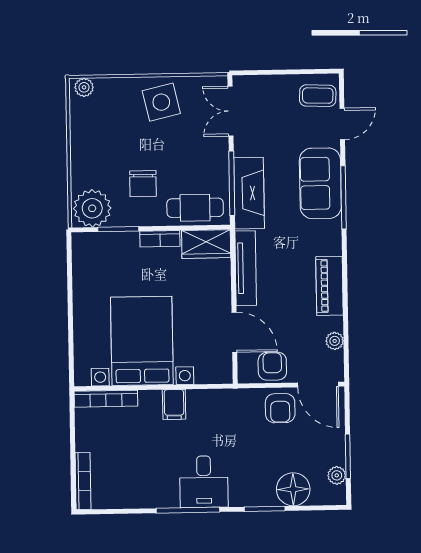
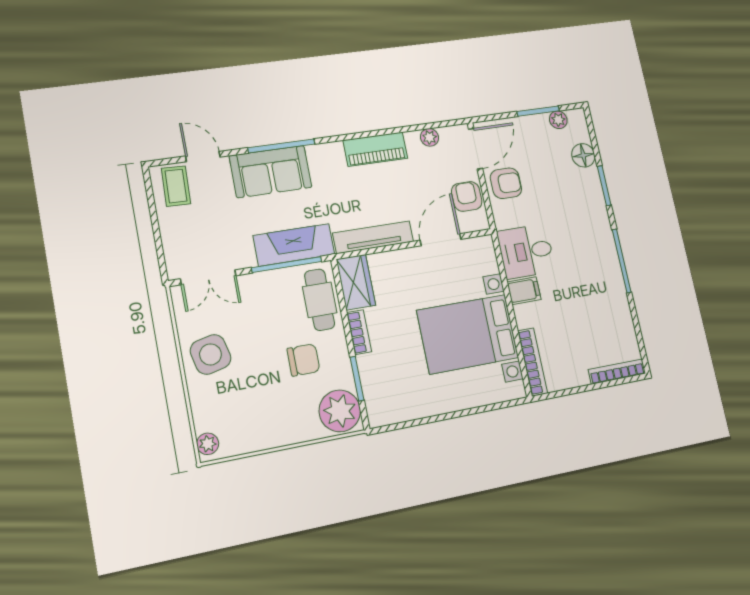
armchair: (272, 366) -> (467, 196), turned 90
desk: (204, 482) -> (526, 251), moved, turned 180
floor lamp: (293, 489) -> (583, 155), width x0.73, depth x0.73

